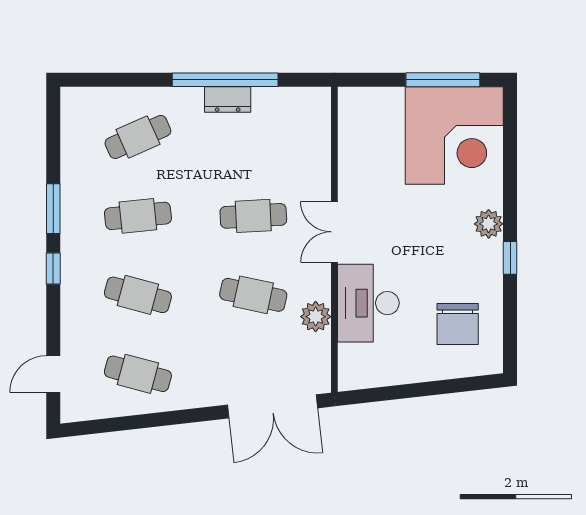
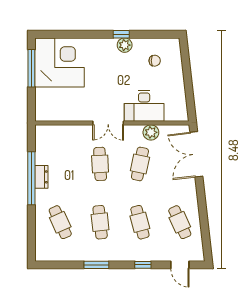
plant: (489, 224) -> (125, 45), moved
window: (53, 269) -> (143, 265), moved
cafe table: (138, 295) -> (140, 222), turned -30
chair: (458, 324) -> (155, 61), width x0.54, depth x0.54
cafe table: (138, 374) -> (180, 222), turned -39
double door: (272, 406) -> (196, 154), swing flipped

